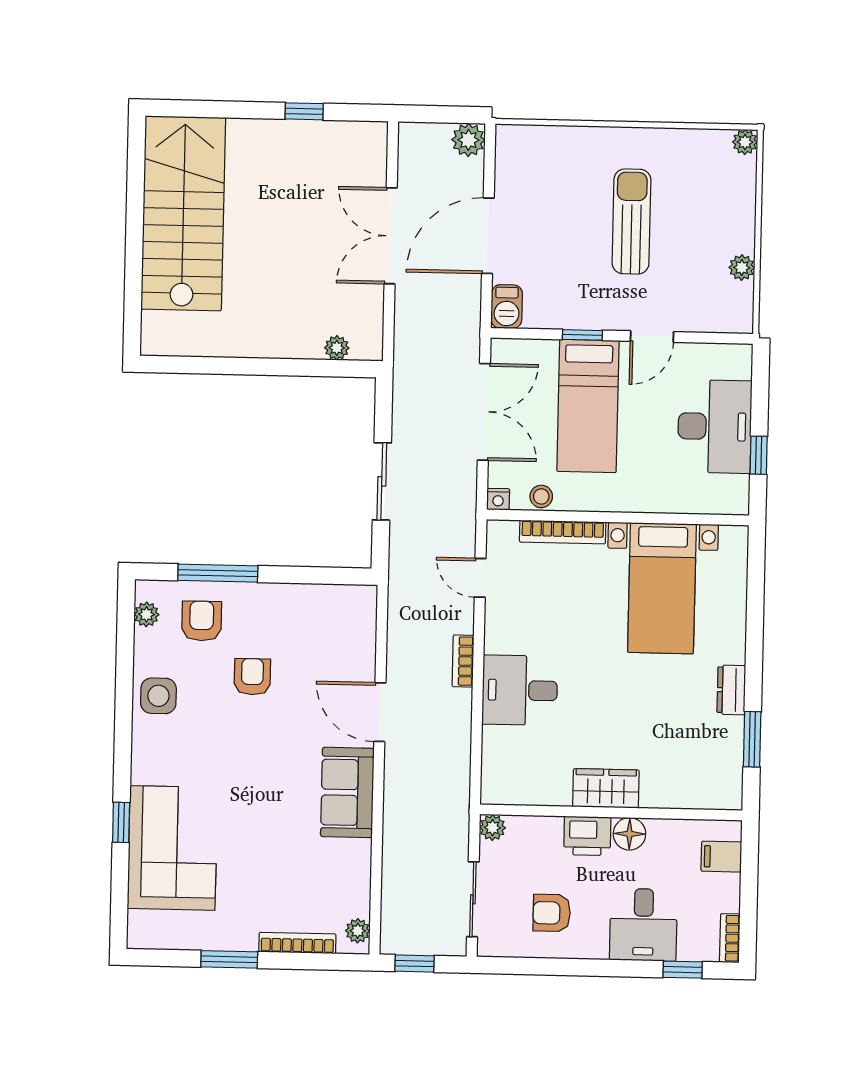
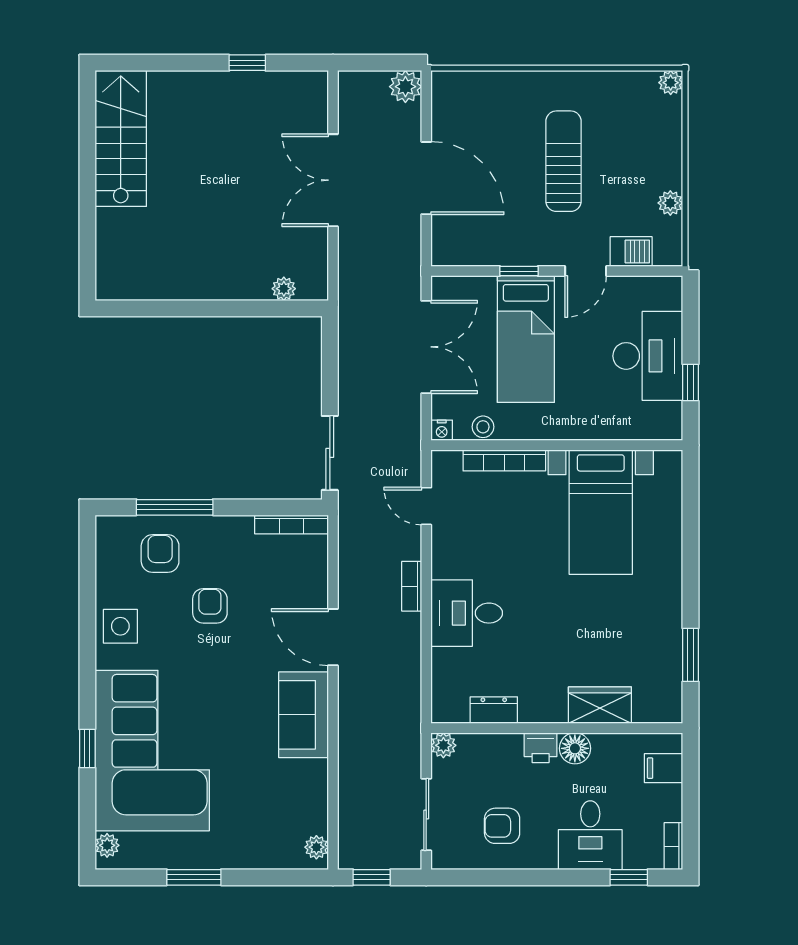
stairs: (183, 213) -> (121, 138), width x0.73, depth x0.66
door: (488, 236) -> (426, 178), swing flipped
barbecue: (507, 307) -> (631, 252), moved, turned -90
sliding door: (382, 481) -> (330, 453), moved
plant: (146, 614) -> (107, 845), moved
dresser: (731, 690) -> (494, 710), moved, turned 90
wardrobe: (606, 788) -> (600, 705), moved
printer: (587, 836) -> (541, 748), width x0.73, depth x0.81
corner sofa: (173, 848) -> (152, 751), width x1.36, depth x1.36
bookcase: (297, 943) -> (291, 525), moved, turned 180

